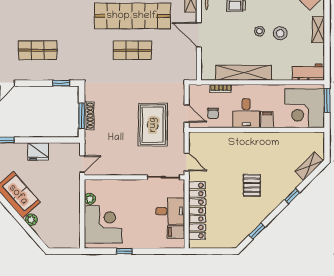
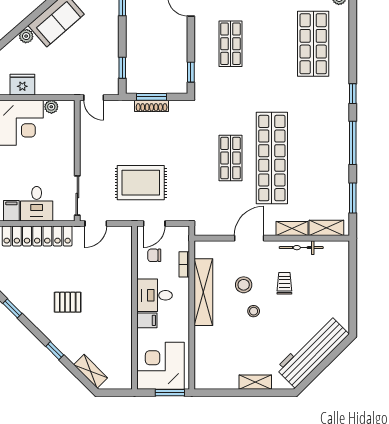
stool: (280, 33) -> (244, 285), moved
workbench: (308, 72) -> (204, 370), removed
window: (58, 140) -> (122, 68), added
fridge: (38, 151) -> (22, 85), moved, turned 90

